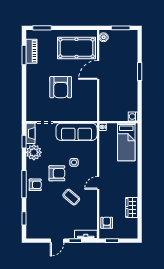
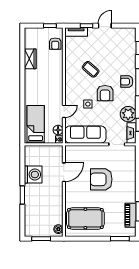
door: (98, 70) -> (64, 172), moved
armchair: (61, 87) -> (101, 179), turned -90
washing machine: (133, 116) -> (33, 174), moved, width x1.89, depth x1.89
floor lamp: (104, 136) -> (58, 130), added
armchair: (57, 173) -> (105, 93), turned -90
door: (98, 183) -> (64, 111), moved

